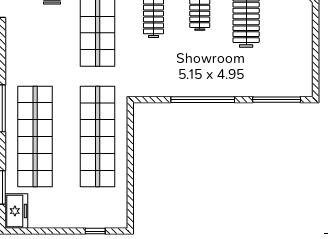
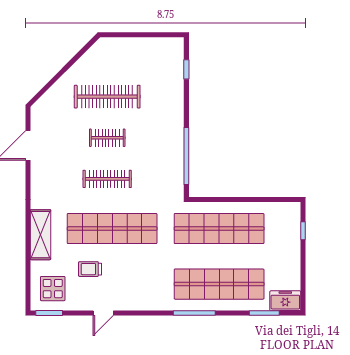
window: (203, 100) -> (186, 156), moved
window: (277, 100) -> (186, 69), width x0.46

